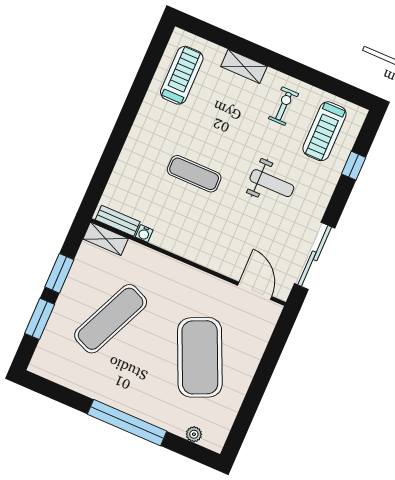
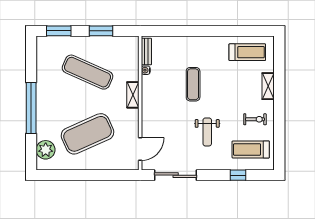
shelving: (106, 239) -> (133, 95), moved
window: (40, 319) -> (59, 31), moved
plant: (194, 434) -> (46, 150), width x1.87, depth x1.87

